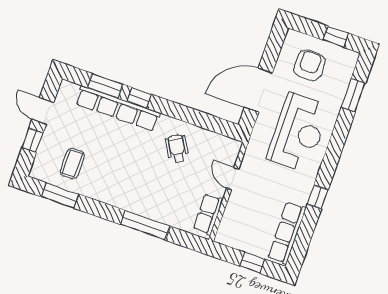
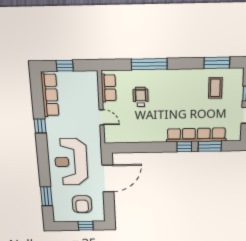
window: (336, 37) -> (86, 226), moved
wheelchair: (177, 149) -> (141, 97), moved, turned -149

